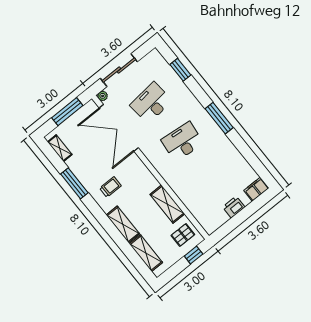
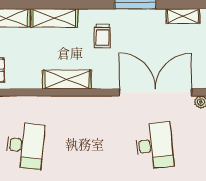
desk: (182, 142) -> (25, 146), moved
shelving: (167, 204) -> (67, 80), moved

